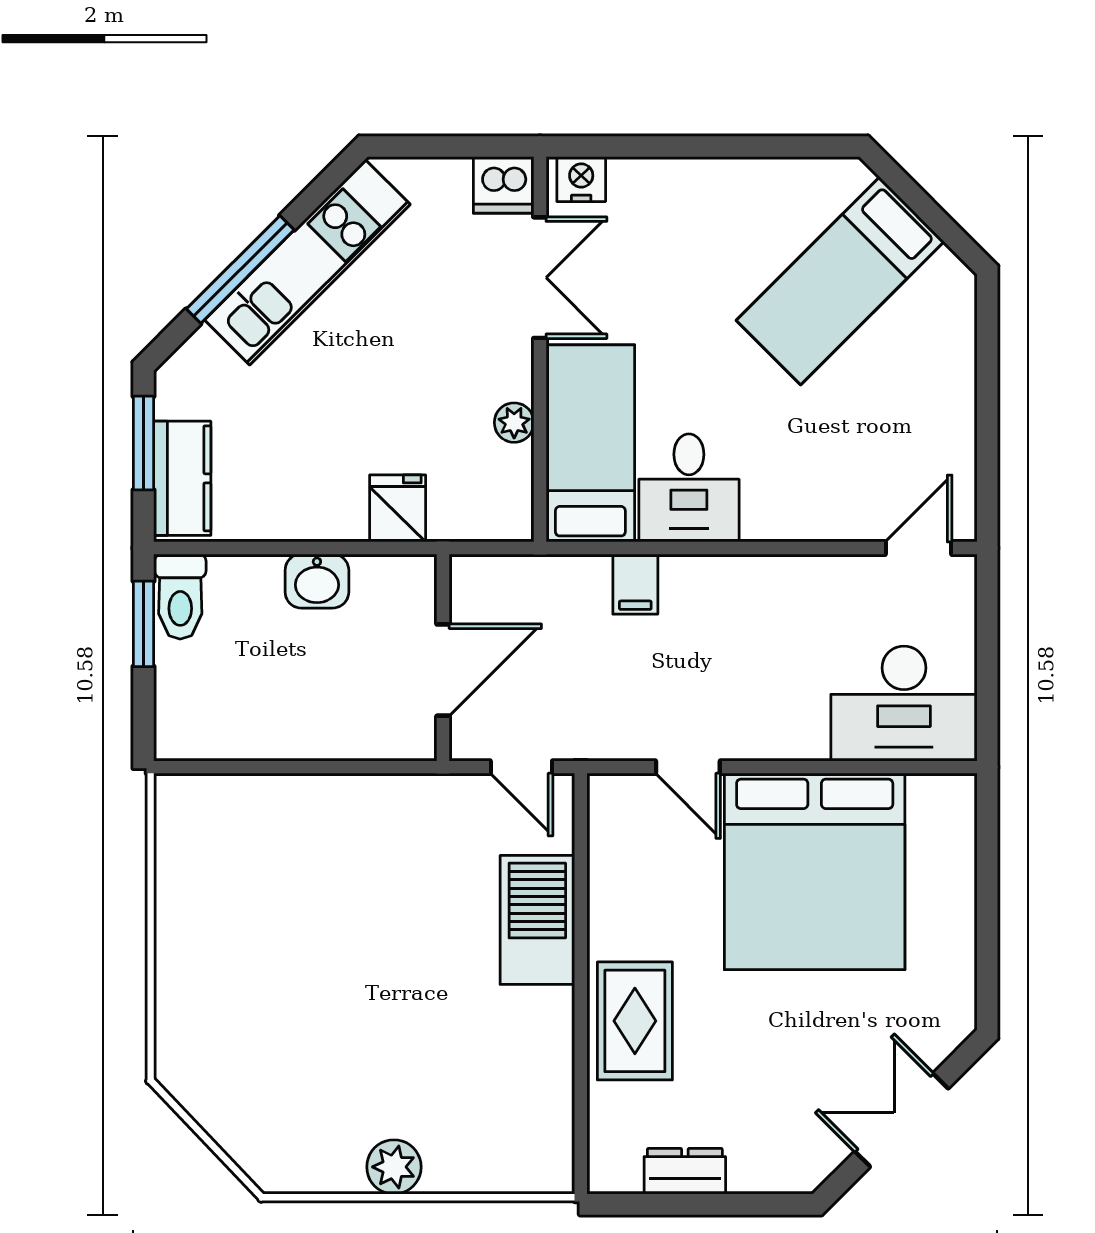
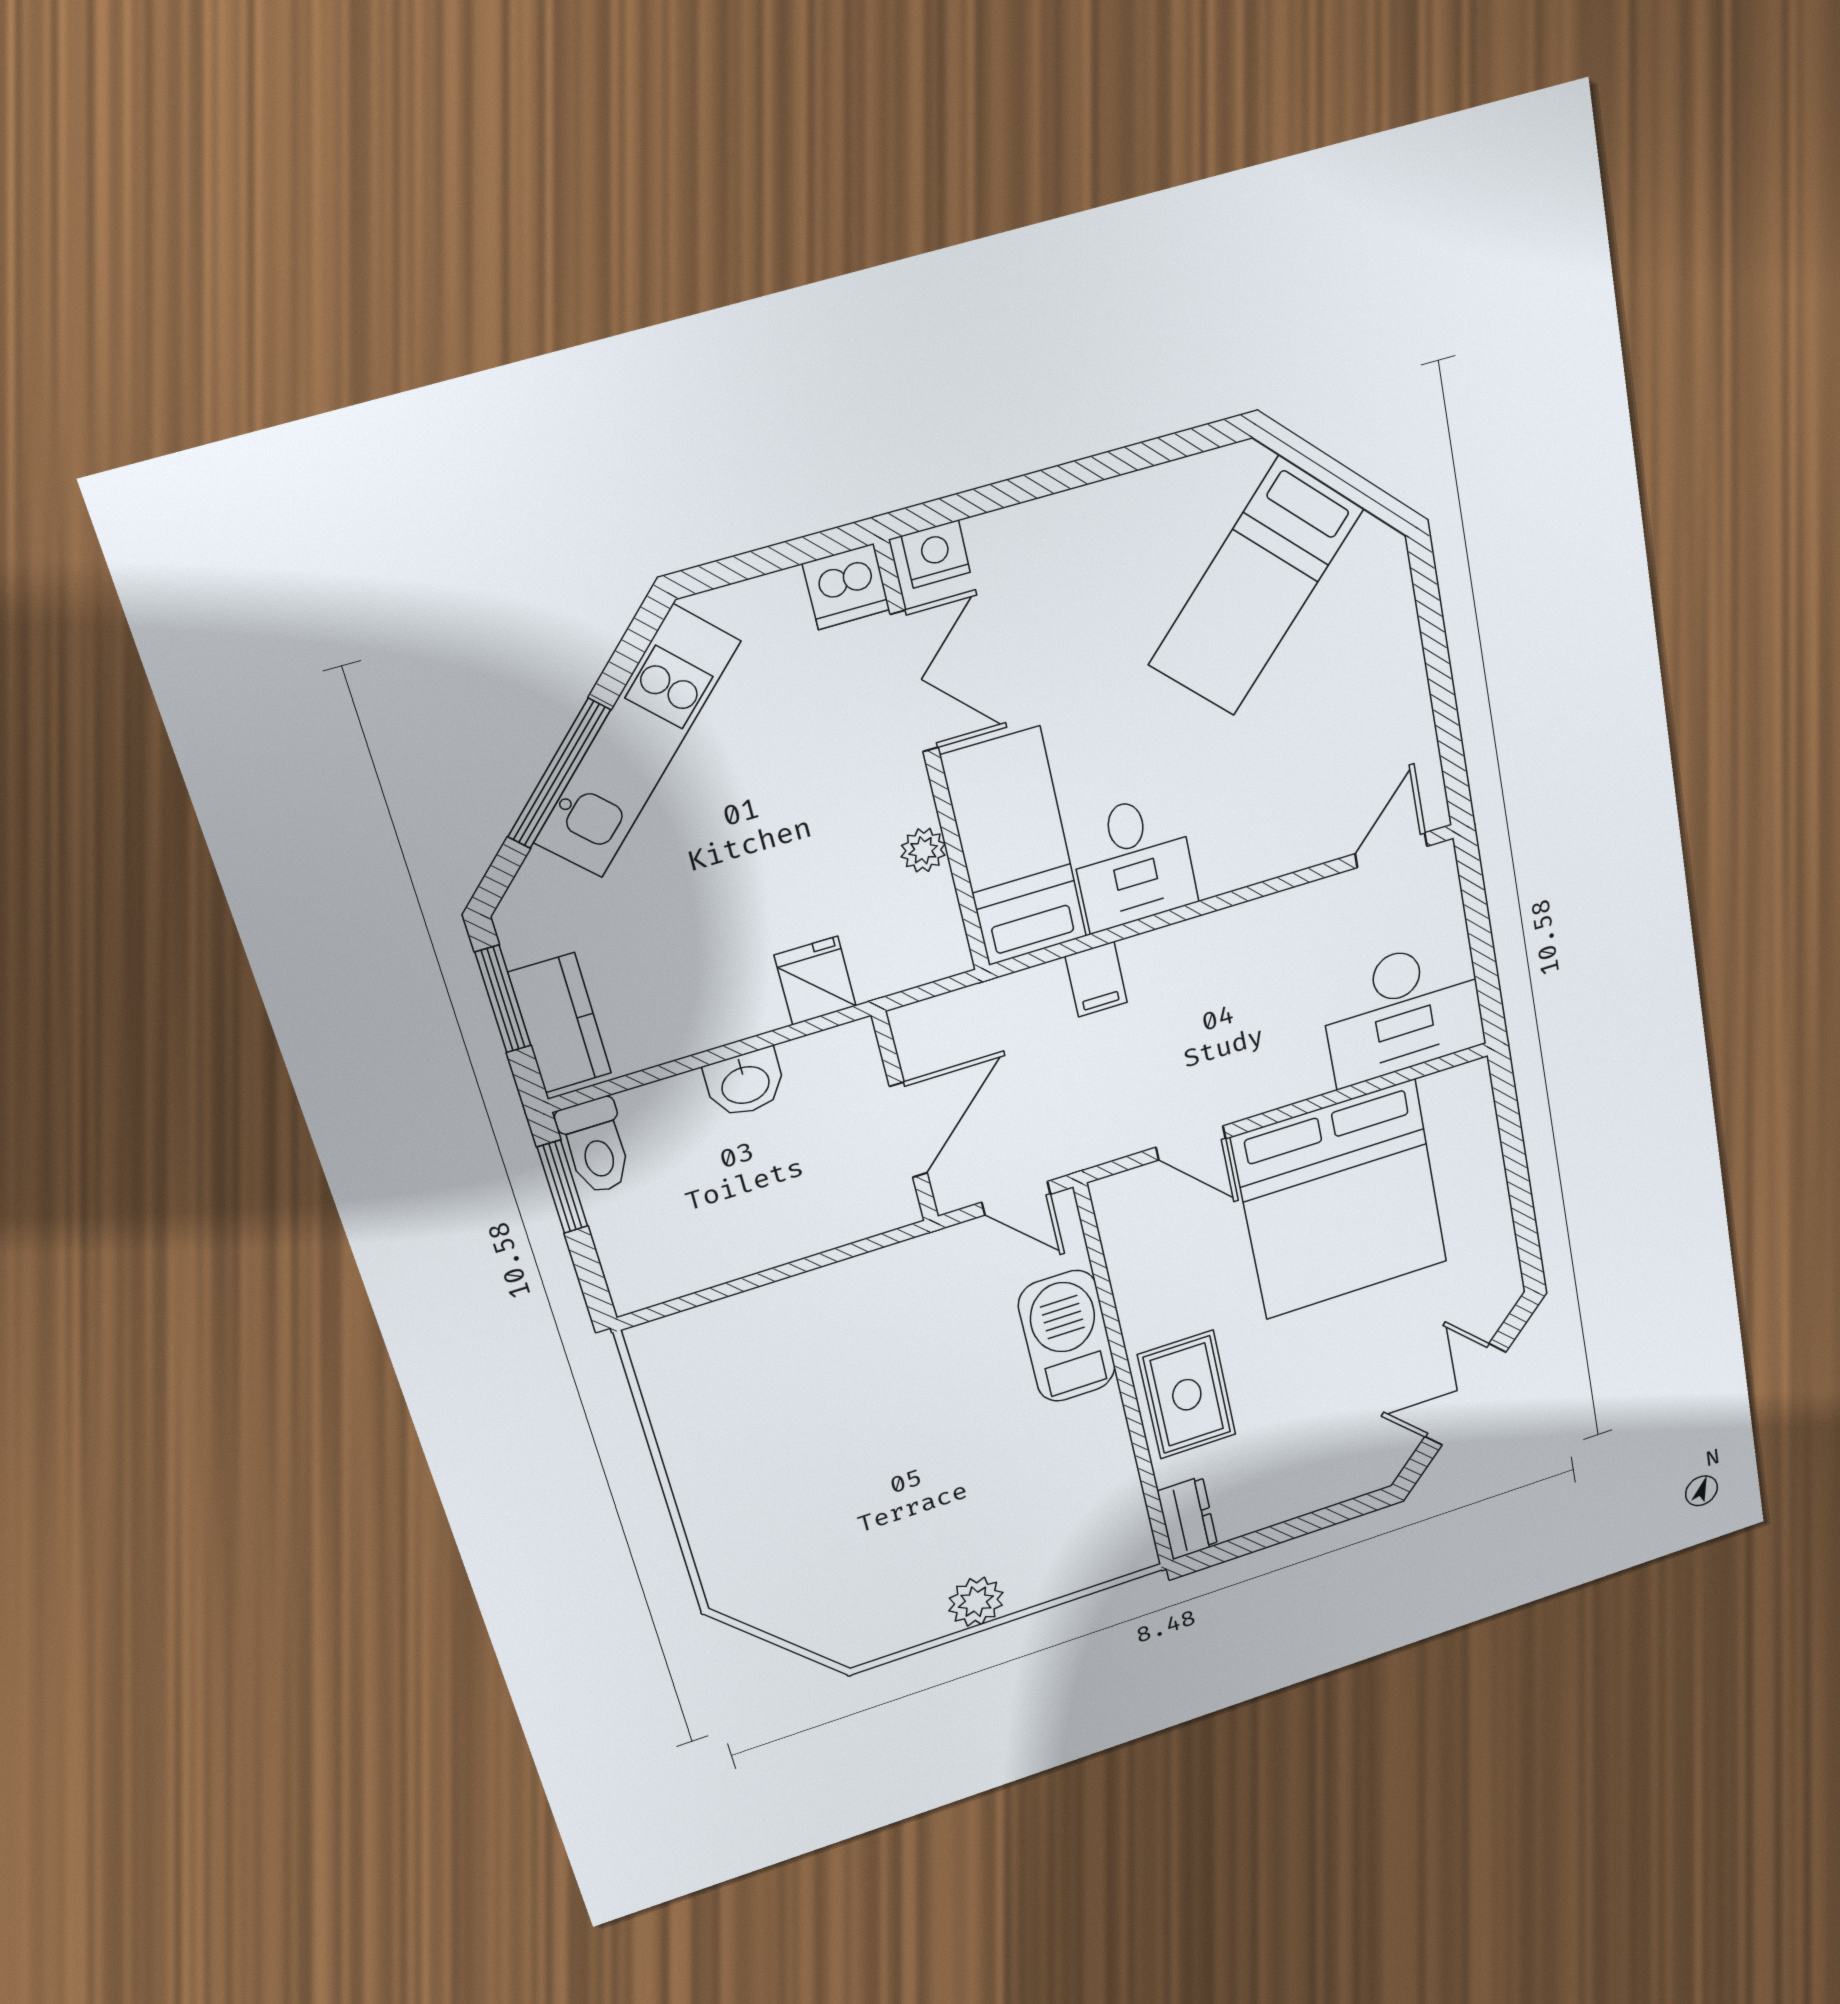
dresser: (685, 1171) -> (1187, 1518), moved, turned 90

